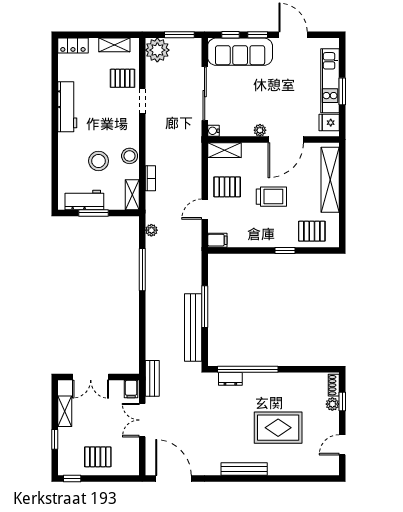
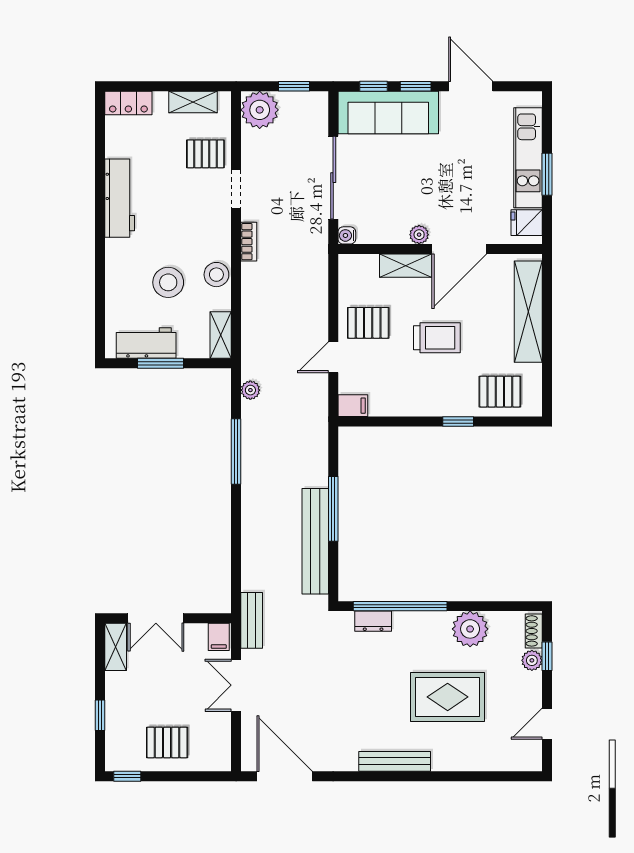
window: (179, 35) -> (294, 86), width x0.67
shelving: (225, 150) -> (406, 266), moved
bookcase: (150, 178) -> (249, 242), moved
plant: (293, 384) -> (470, 629), added
shelving: (65, 411) -> (116, 647), moved

